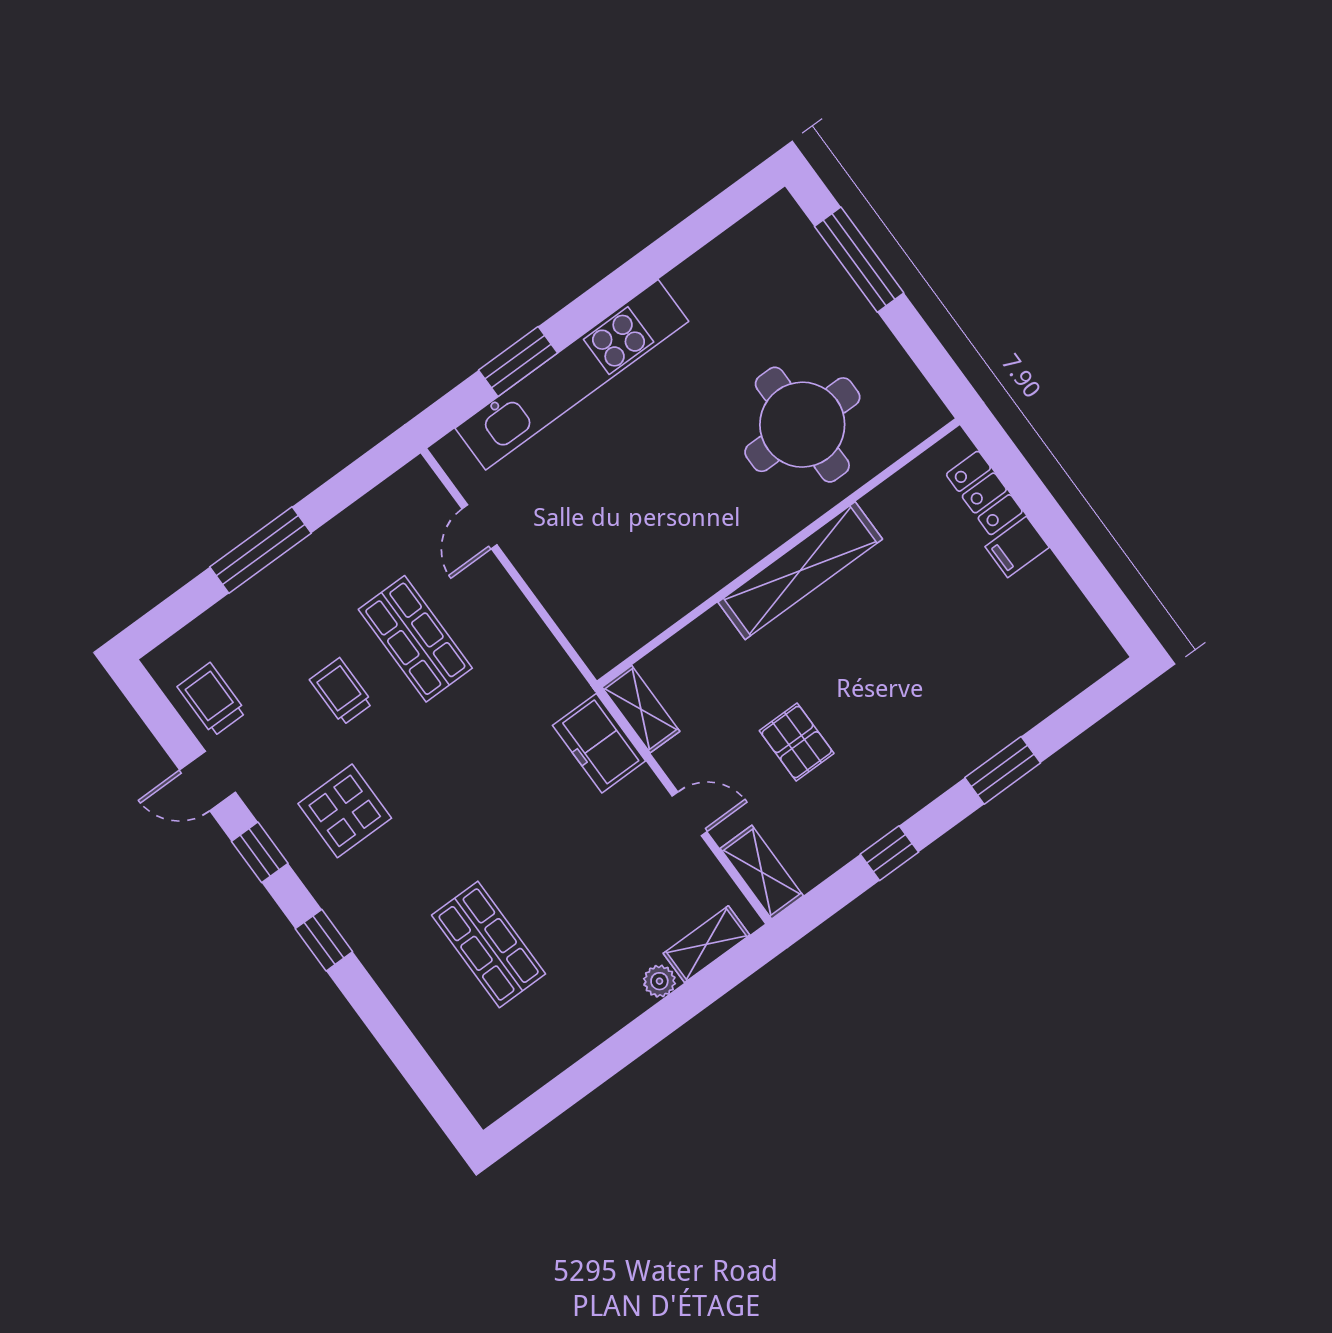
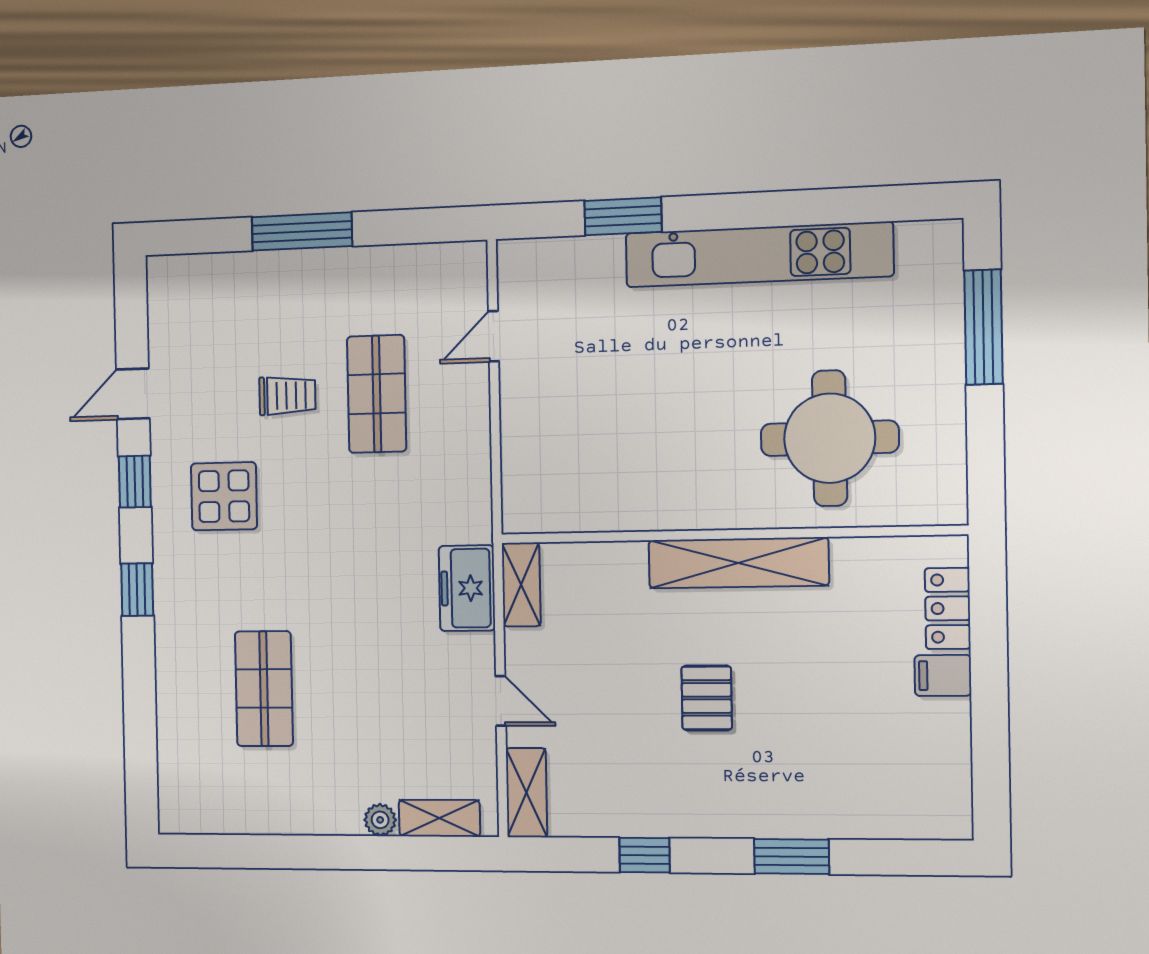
kitchen unit: (572, 375) -> (759, 255), moved
trolley: (341, 691) -> (287, 396), turned 90
trolley: (212, 699) -> (181, 329), removed
pallet: (797, 742) -> (707, 698), moved
door: (208, 781) -> (133, 394), hinge flipped

